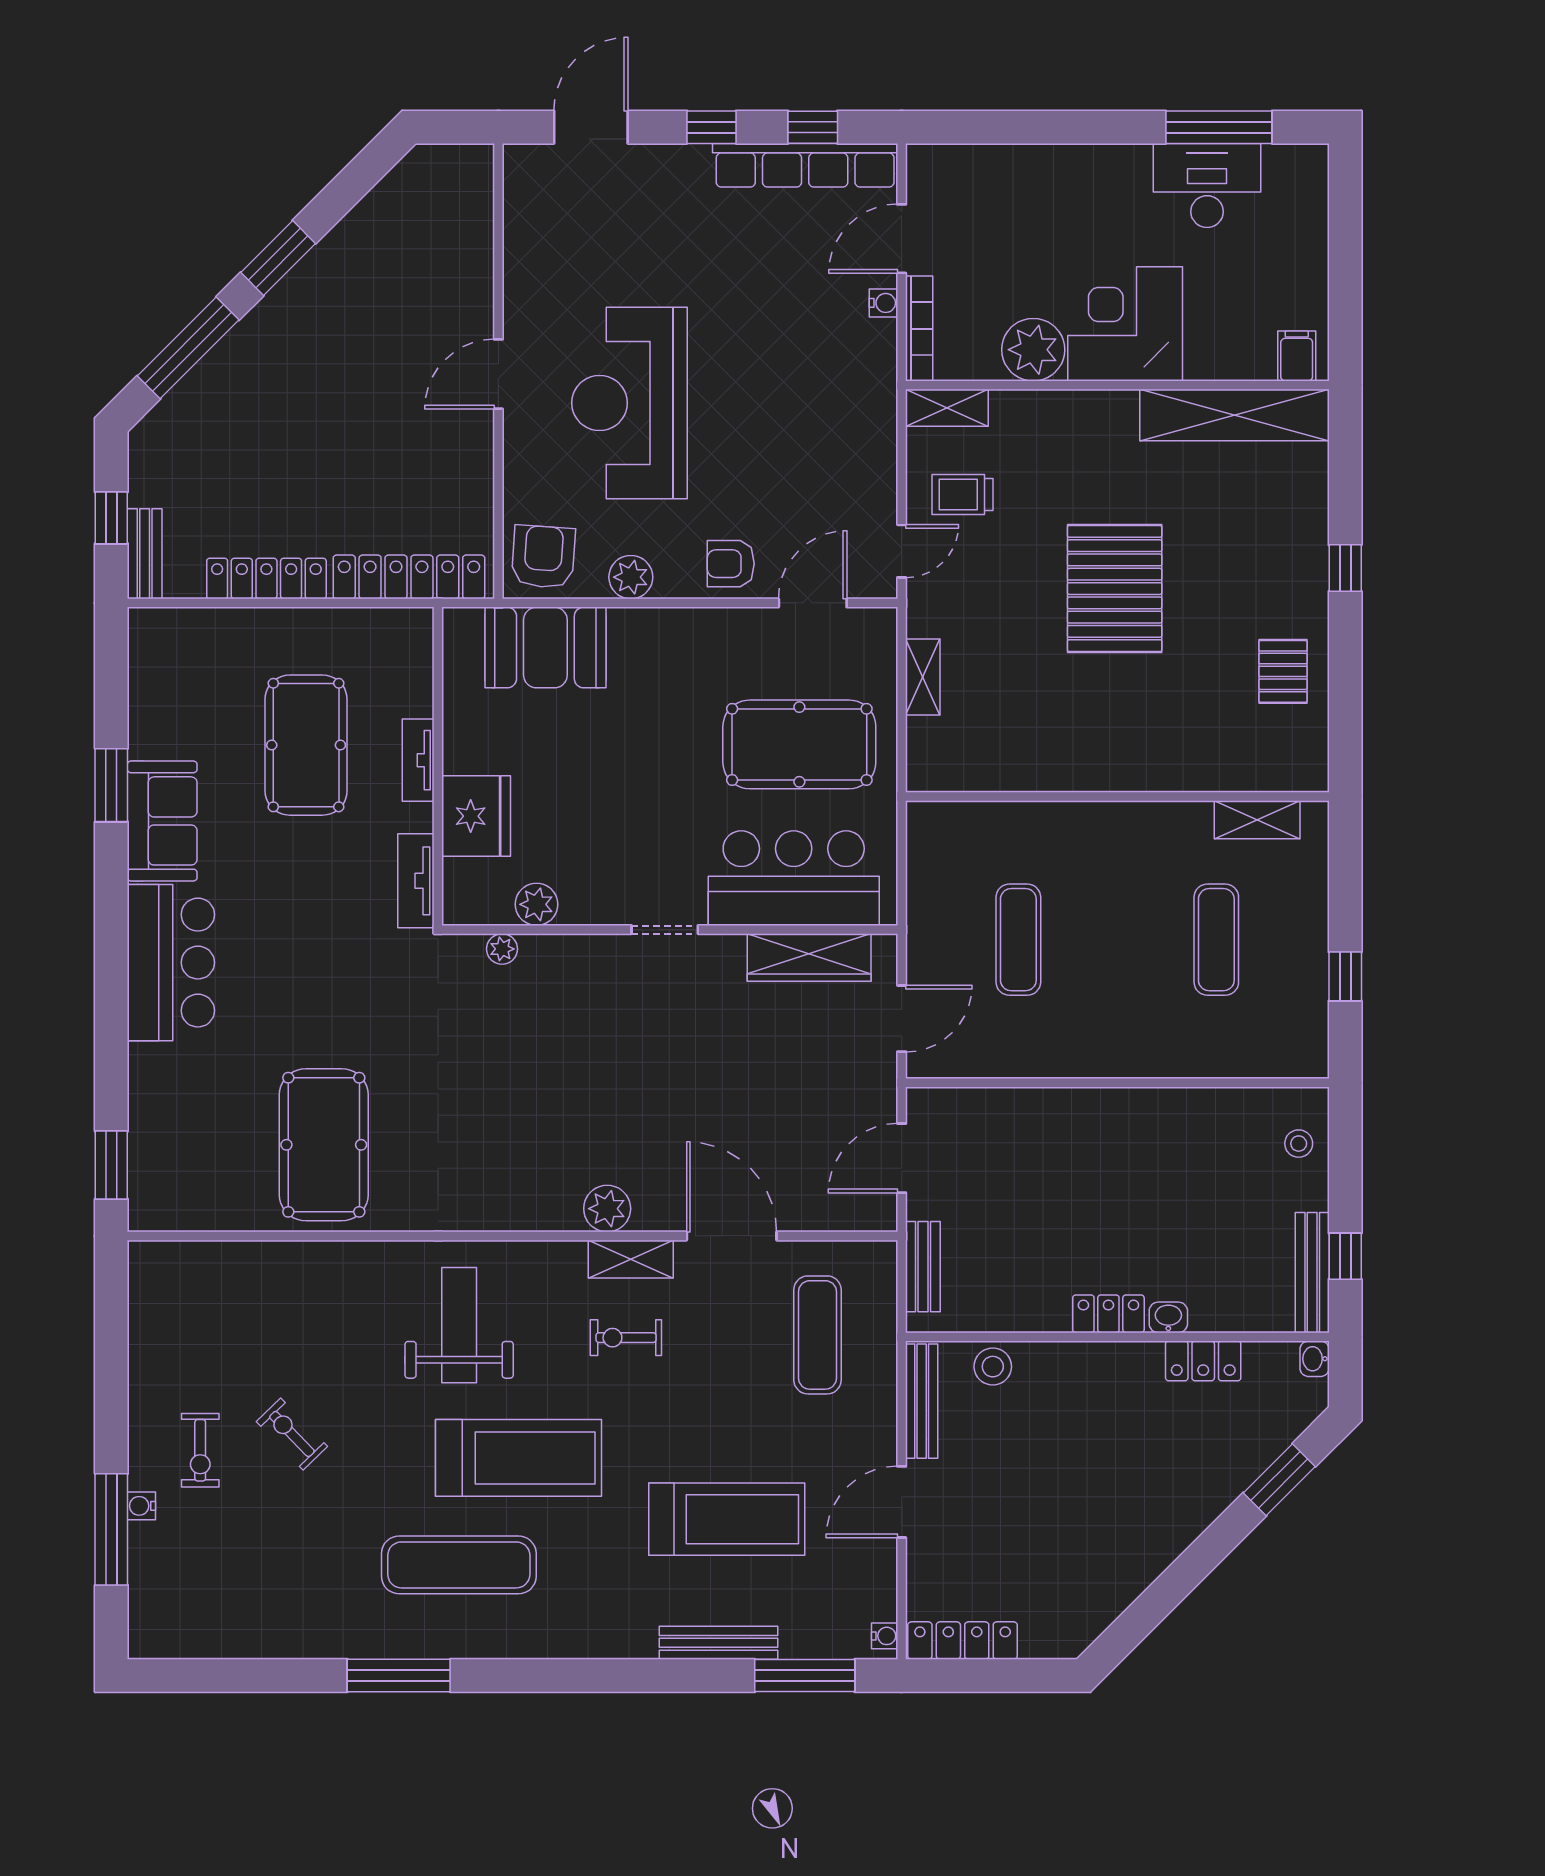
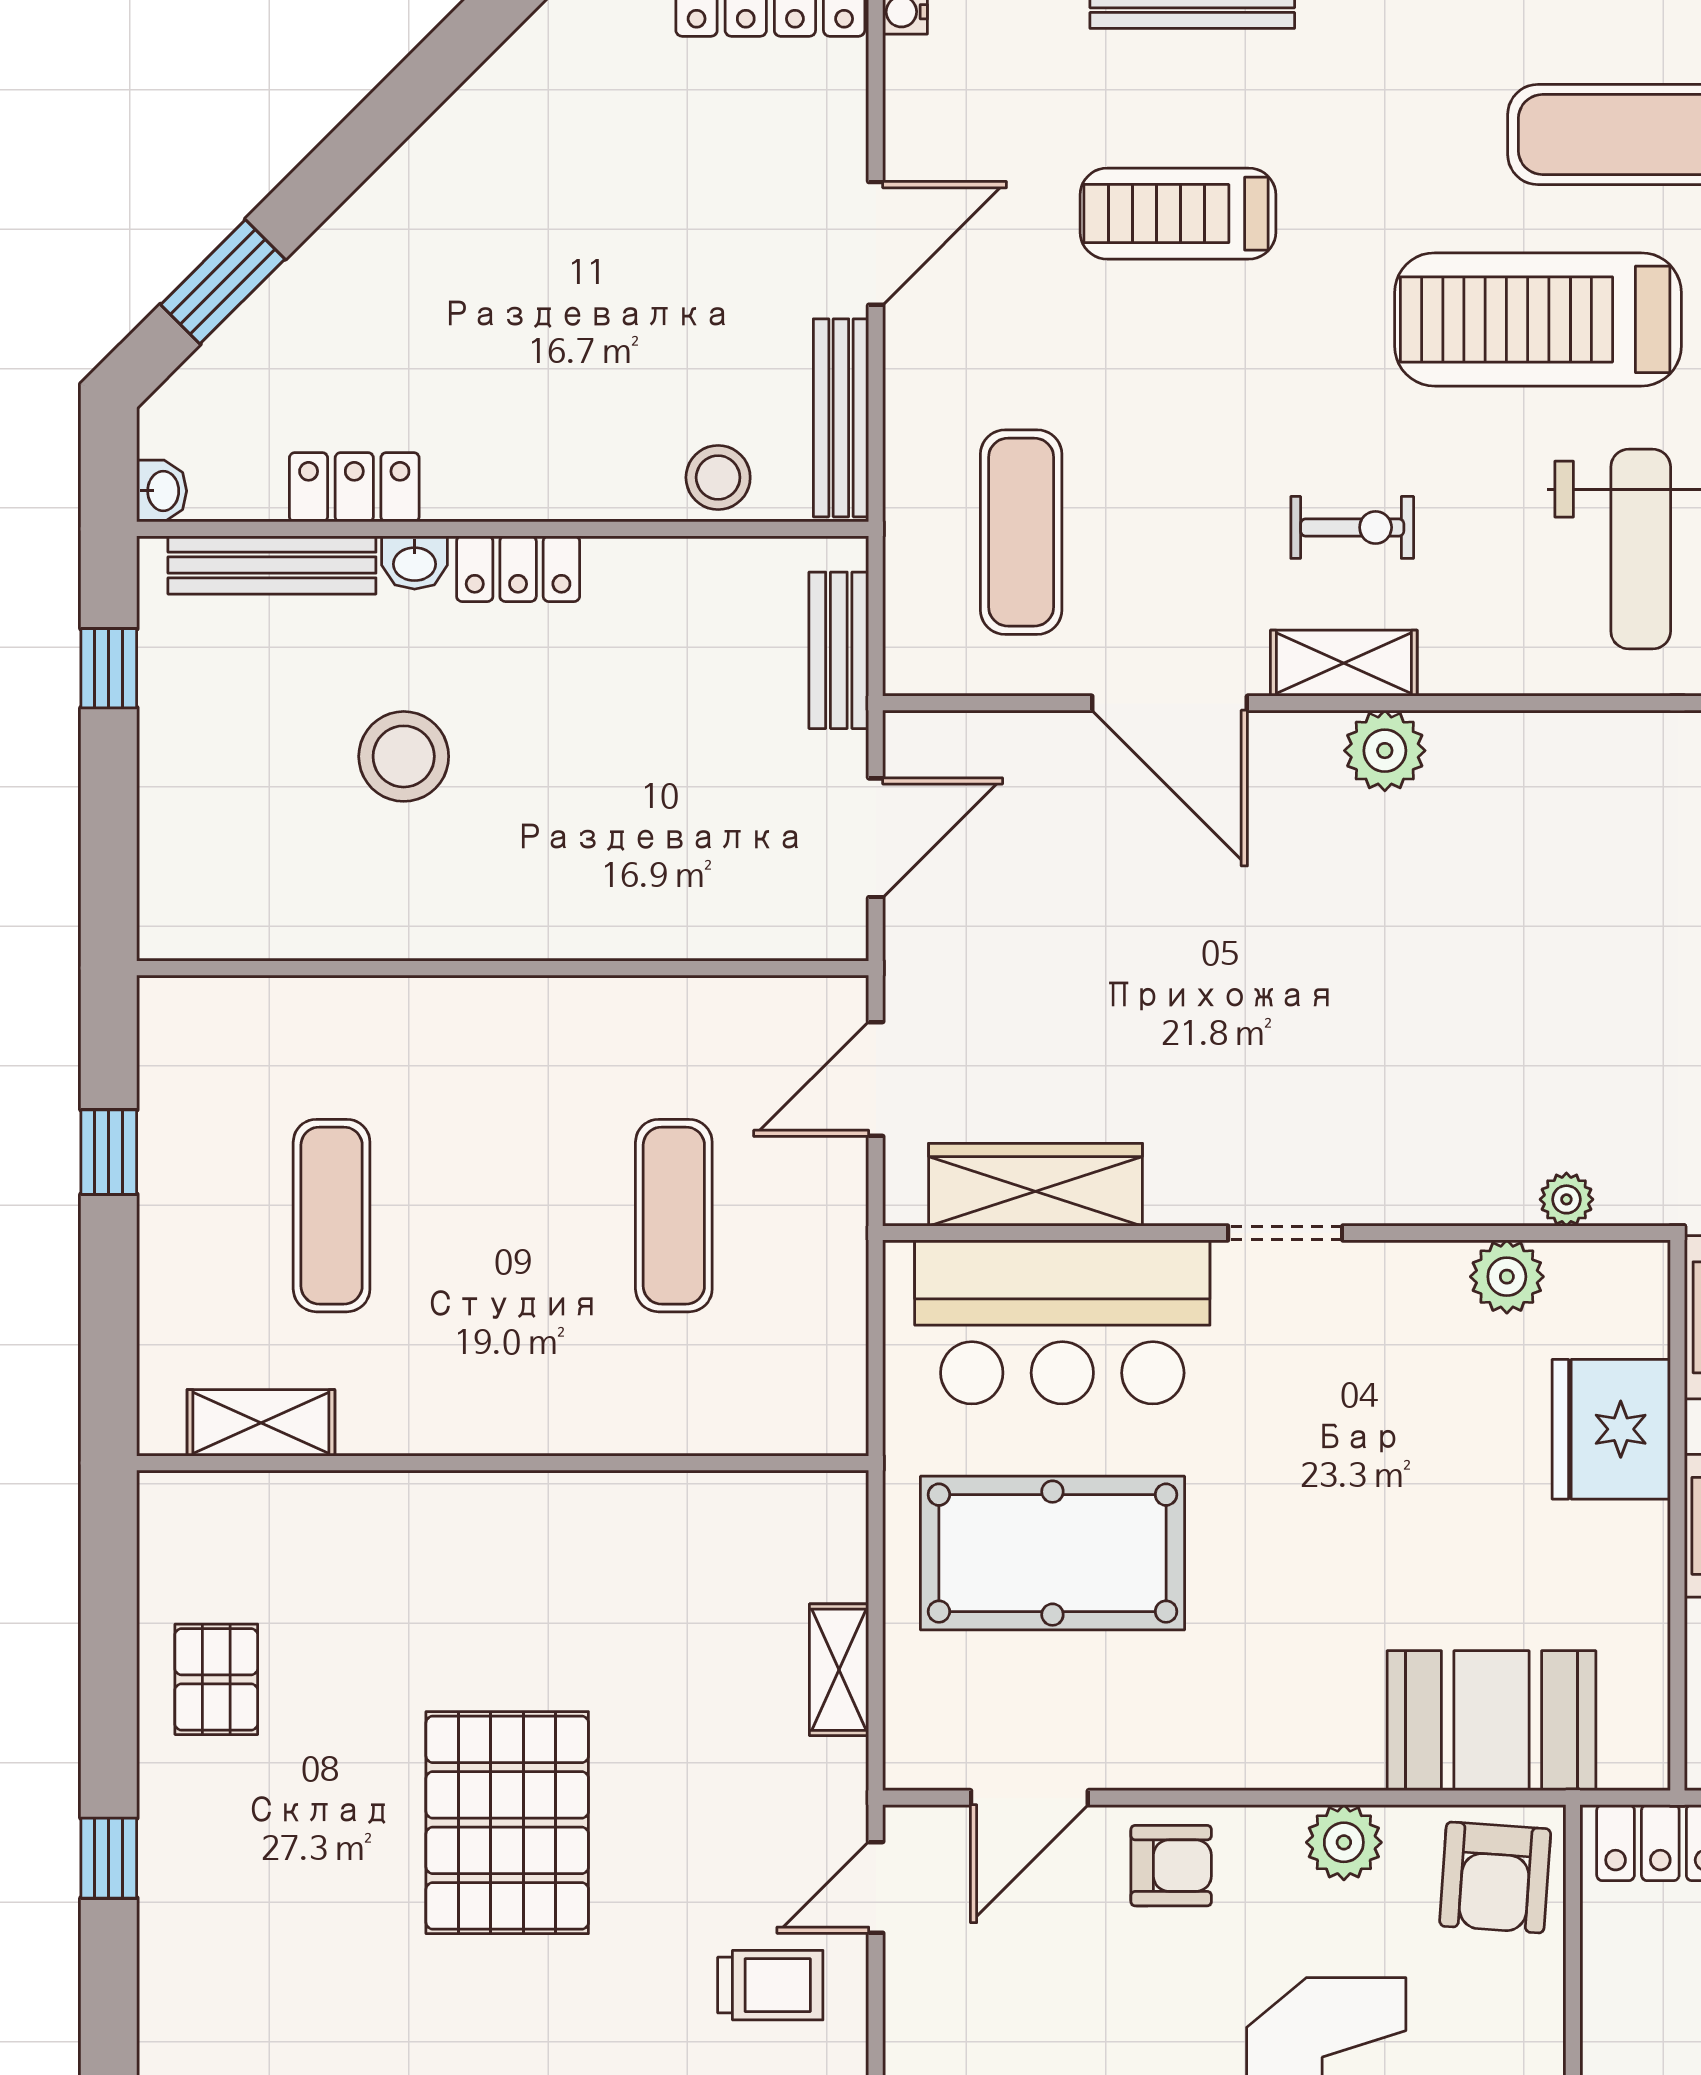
stool: (1299, 1144) -> (404, 756), moved, width x1.89, depth x1.89
bench: (1312, 1273) -> (272, 565), moved, turned 90
treadmill: (727, 1519) -> (1178, 214), width x0.73, depth x0.73

